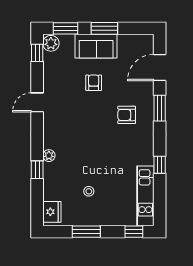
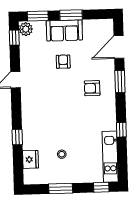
plant: (49, 156) -> (27, 125), removed
fridge: (52, 212) -> (30, 159), moved

